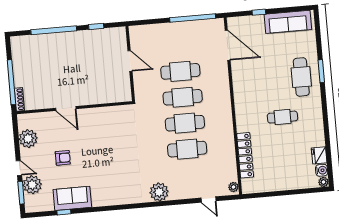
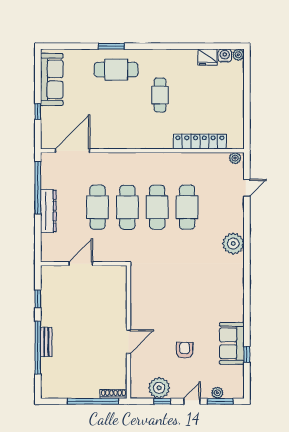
dresser: (173, 29) -> (48, 211), added
bench: (59, 37) -> (46, 342), added
window: (17, 142) -> (162, 401), added
plant: (32, 185) -> (217, 393), width x0.53, depth x0.53

